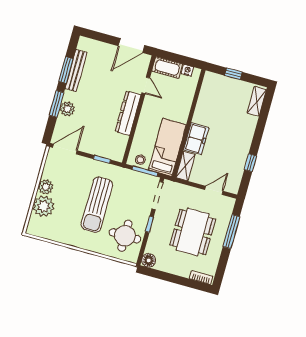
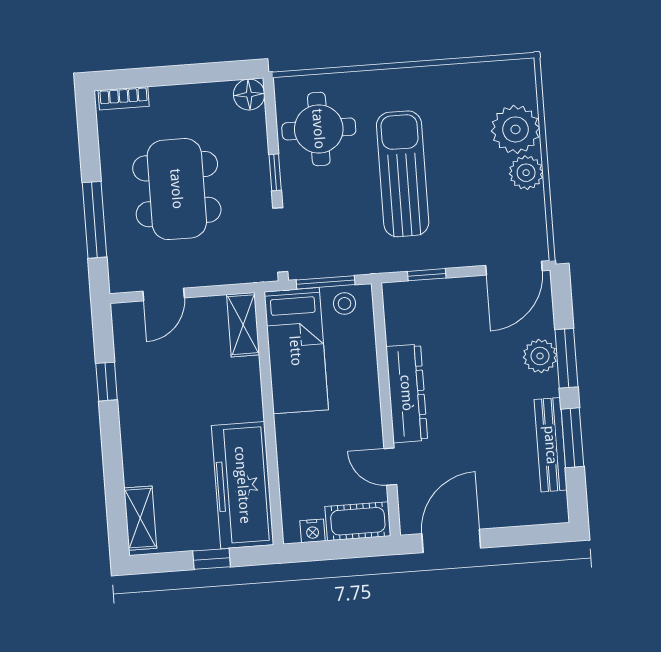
freezer: (196, 139) -> (243, 485), moved, width x1.91, depth x1.26

